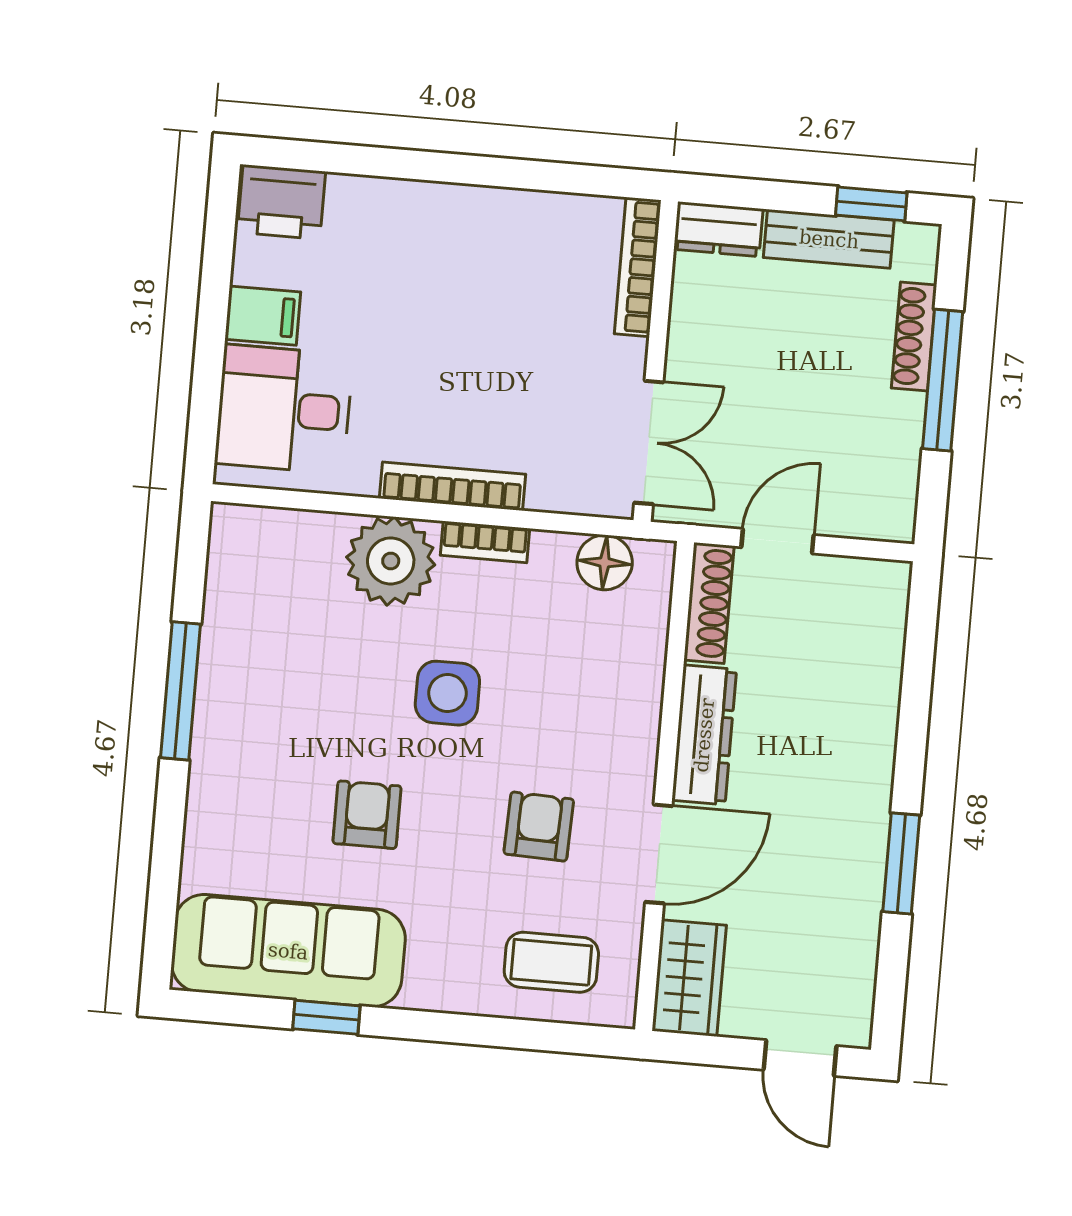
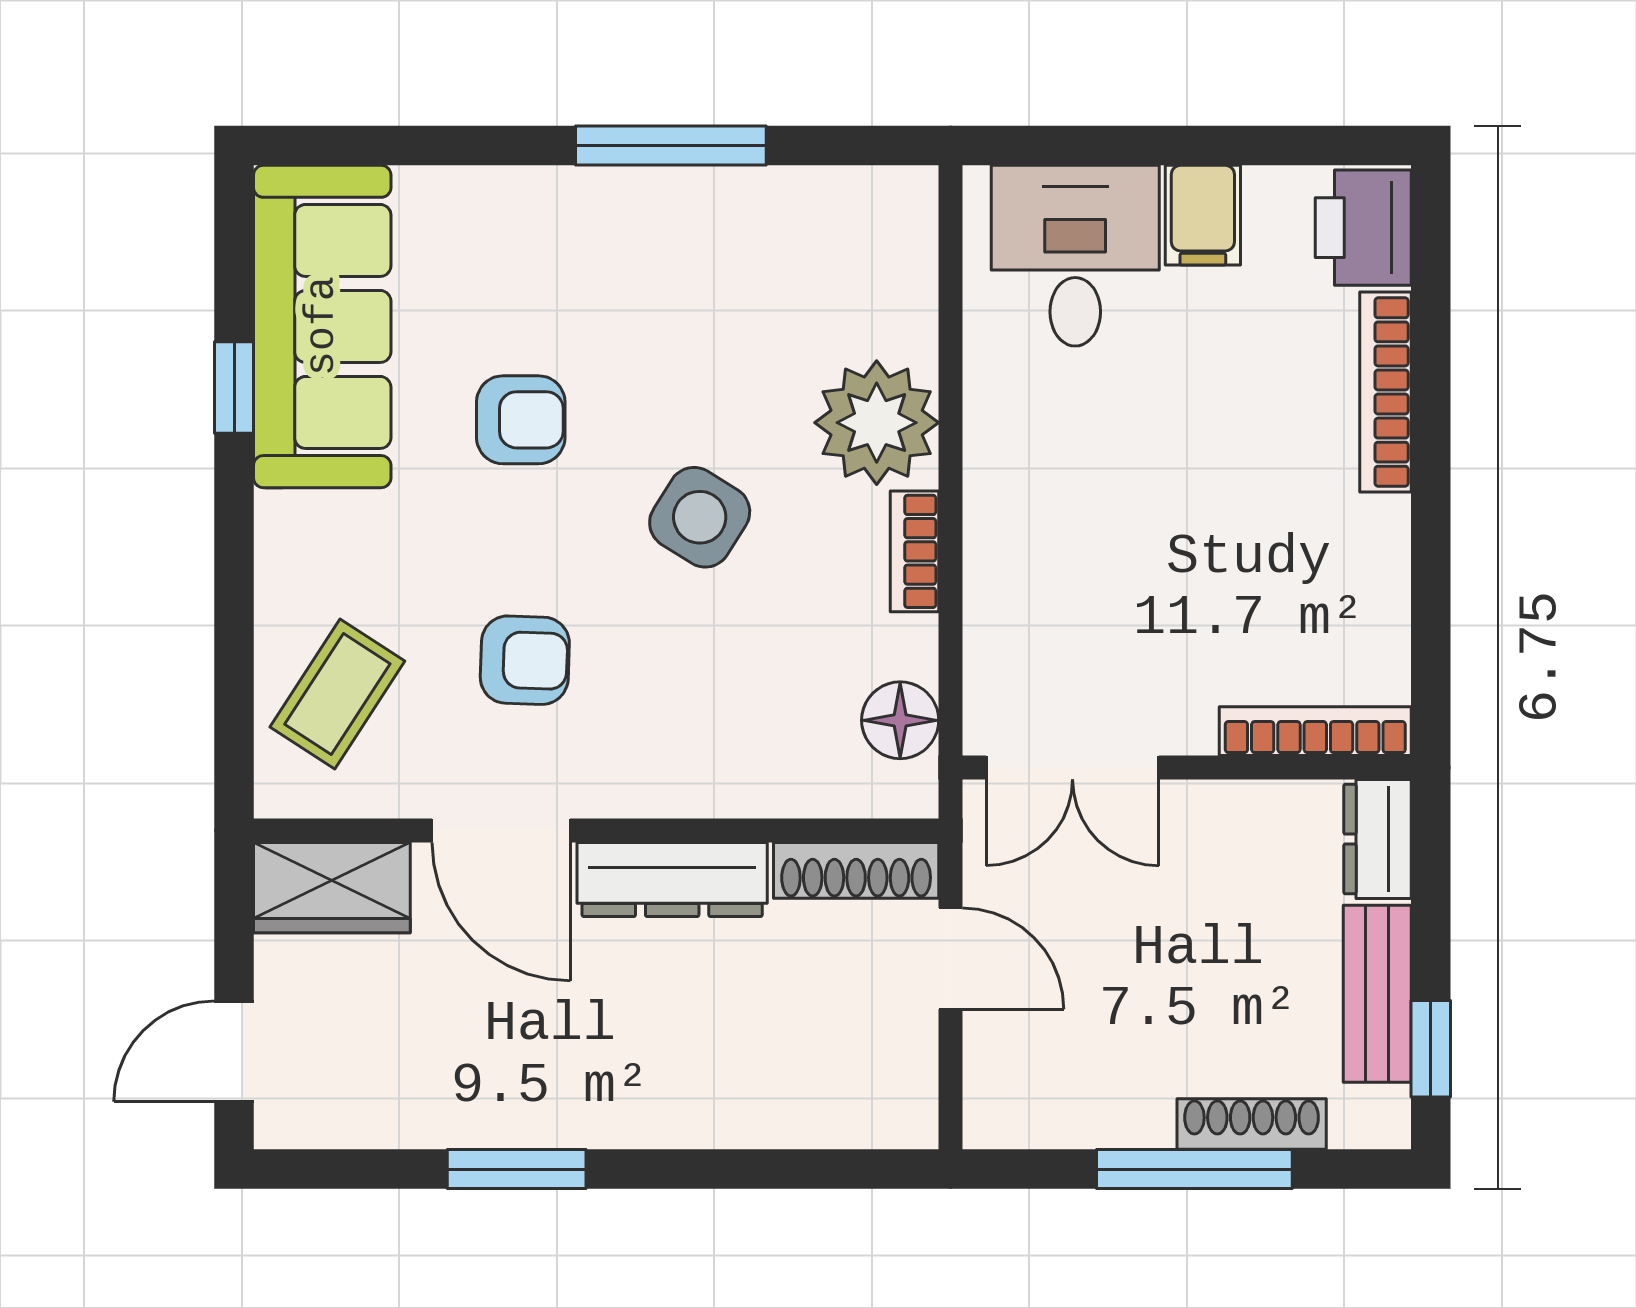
bookcase: (453, 486) -> (1385, 392), moved, turned 180
side table: (447, 693) -> (700, 517), turned 32
coffee table: (551, 962) -> (337, 694), turned 33

